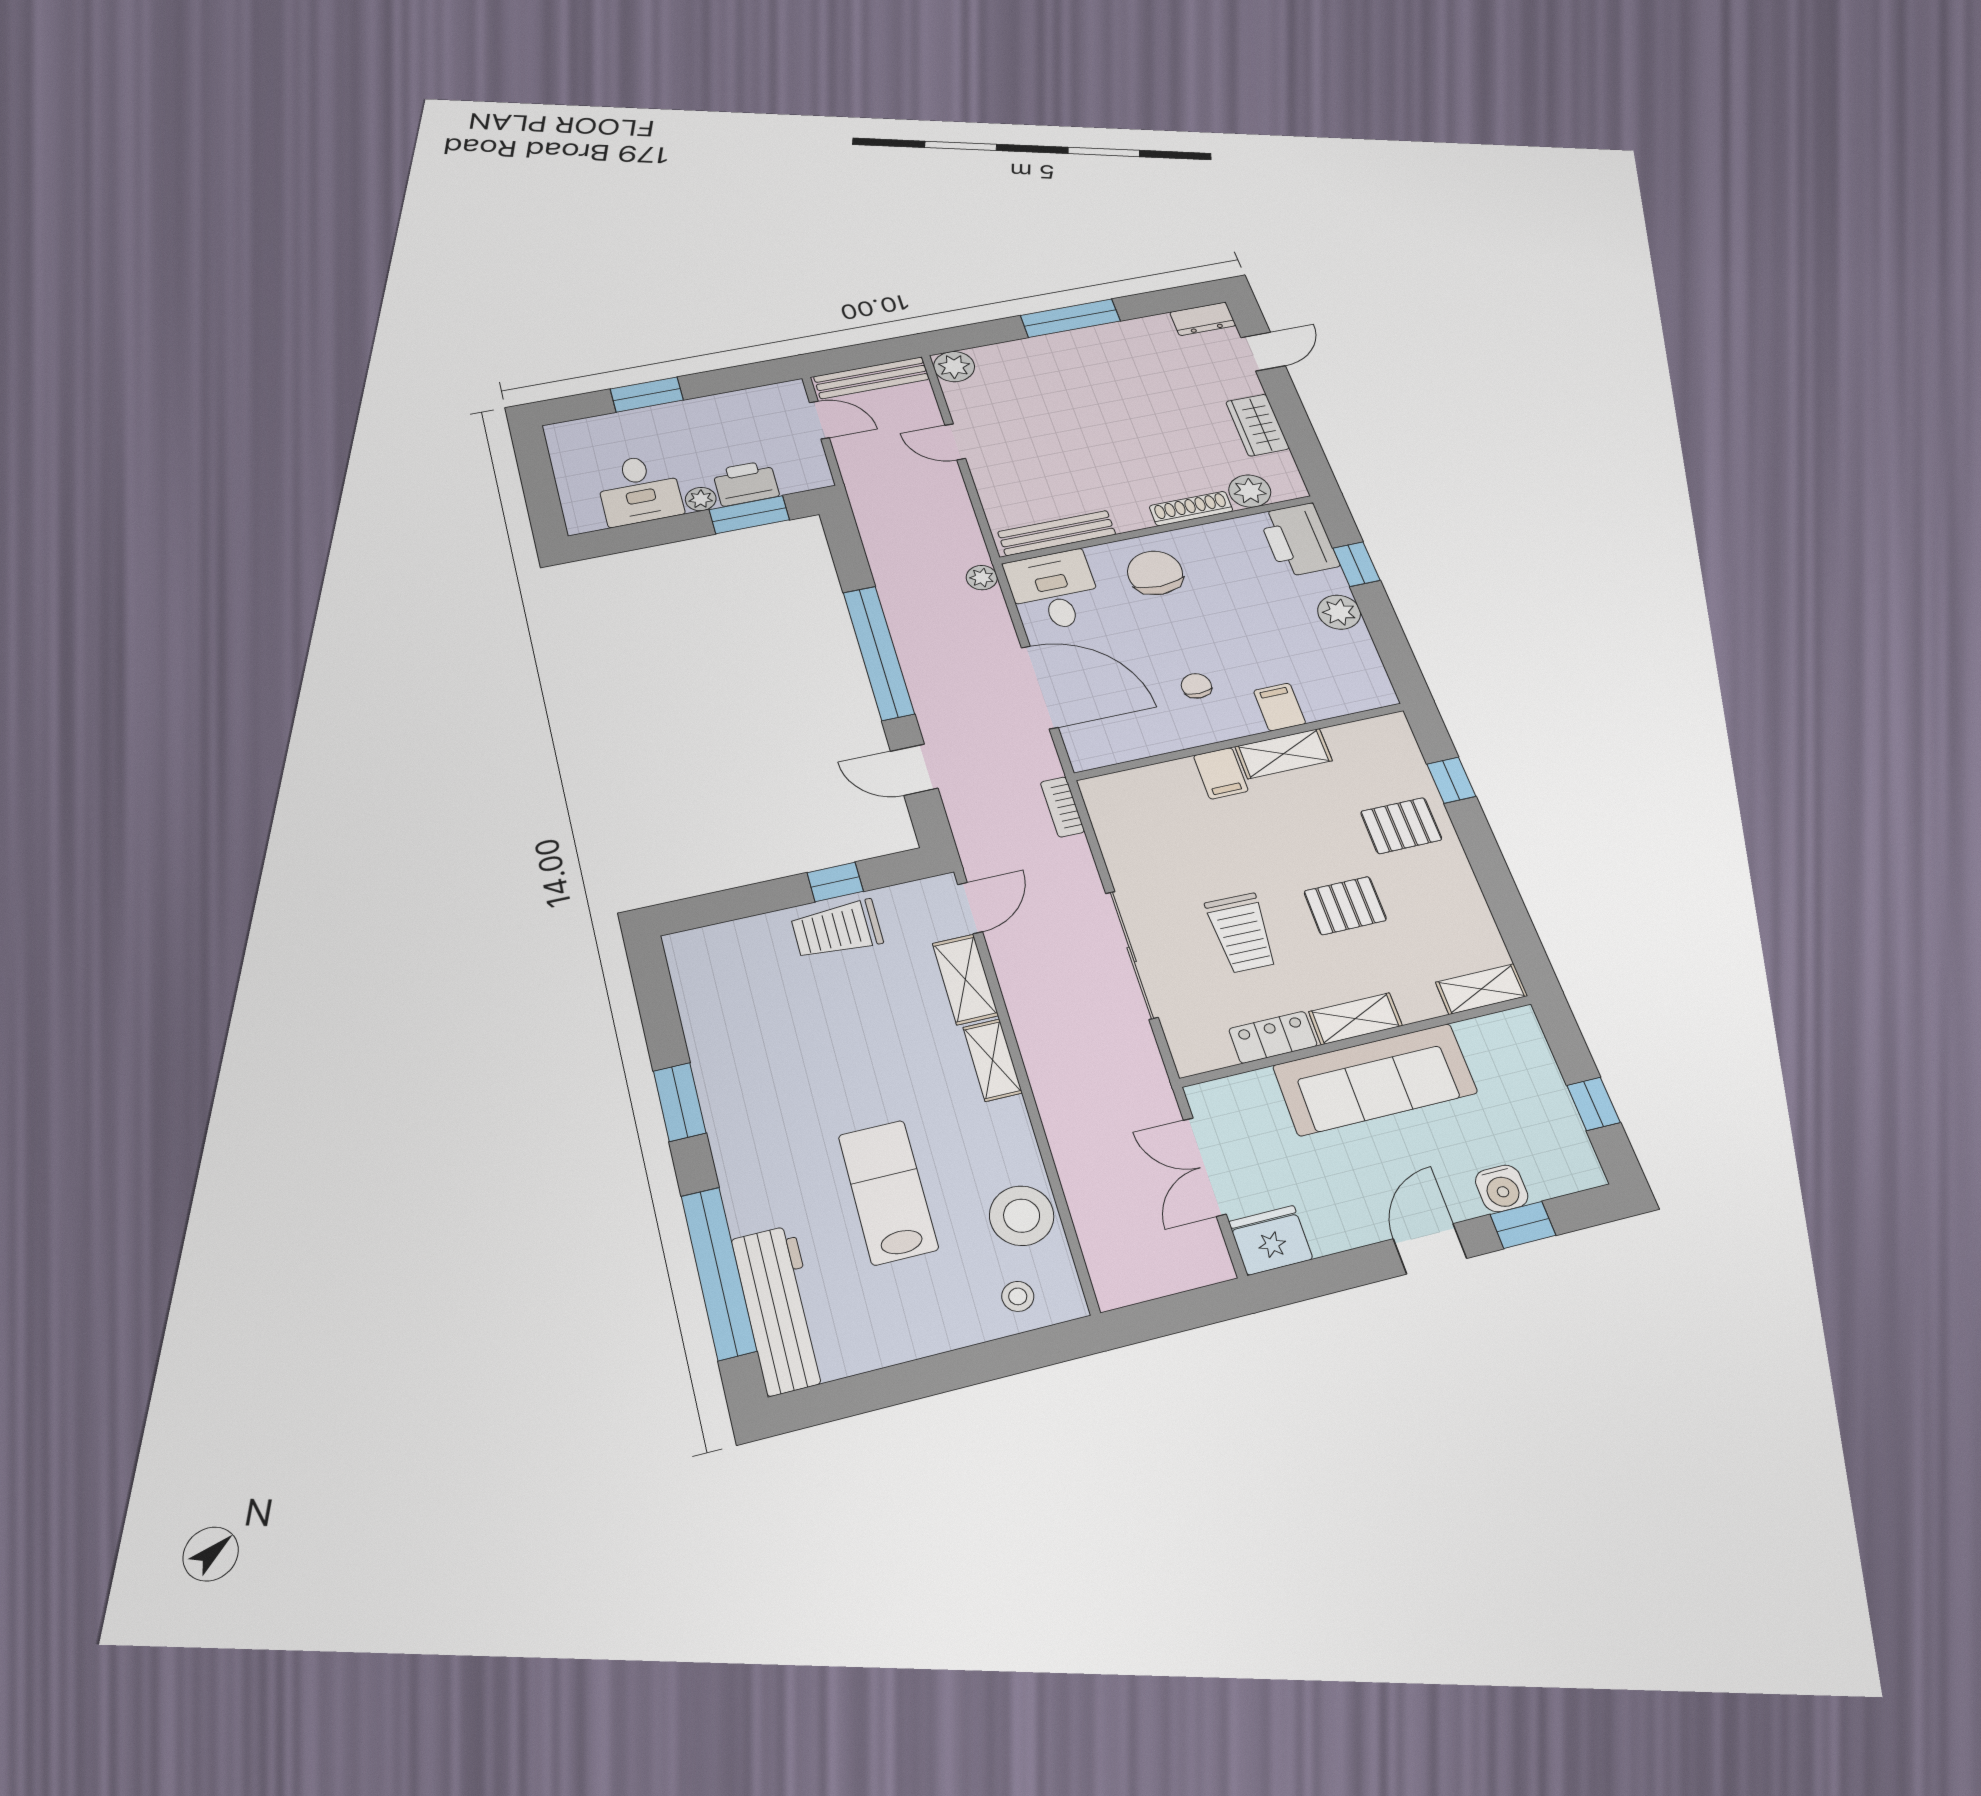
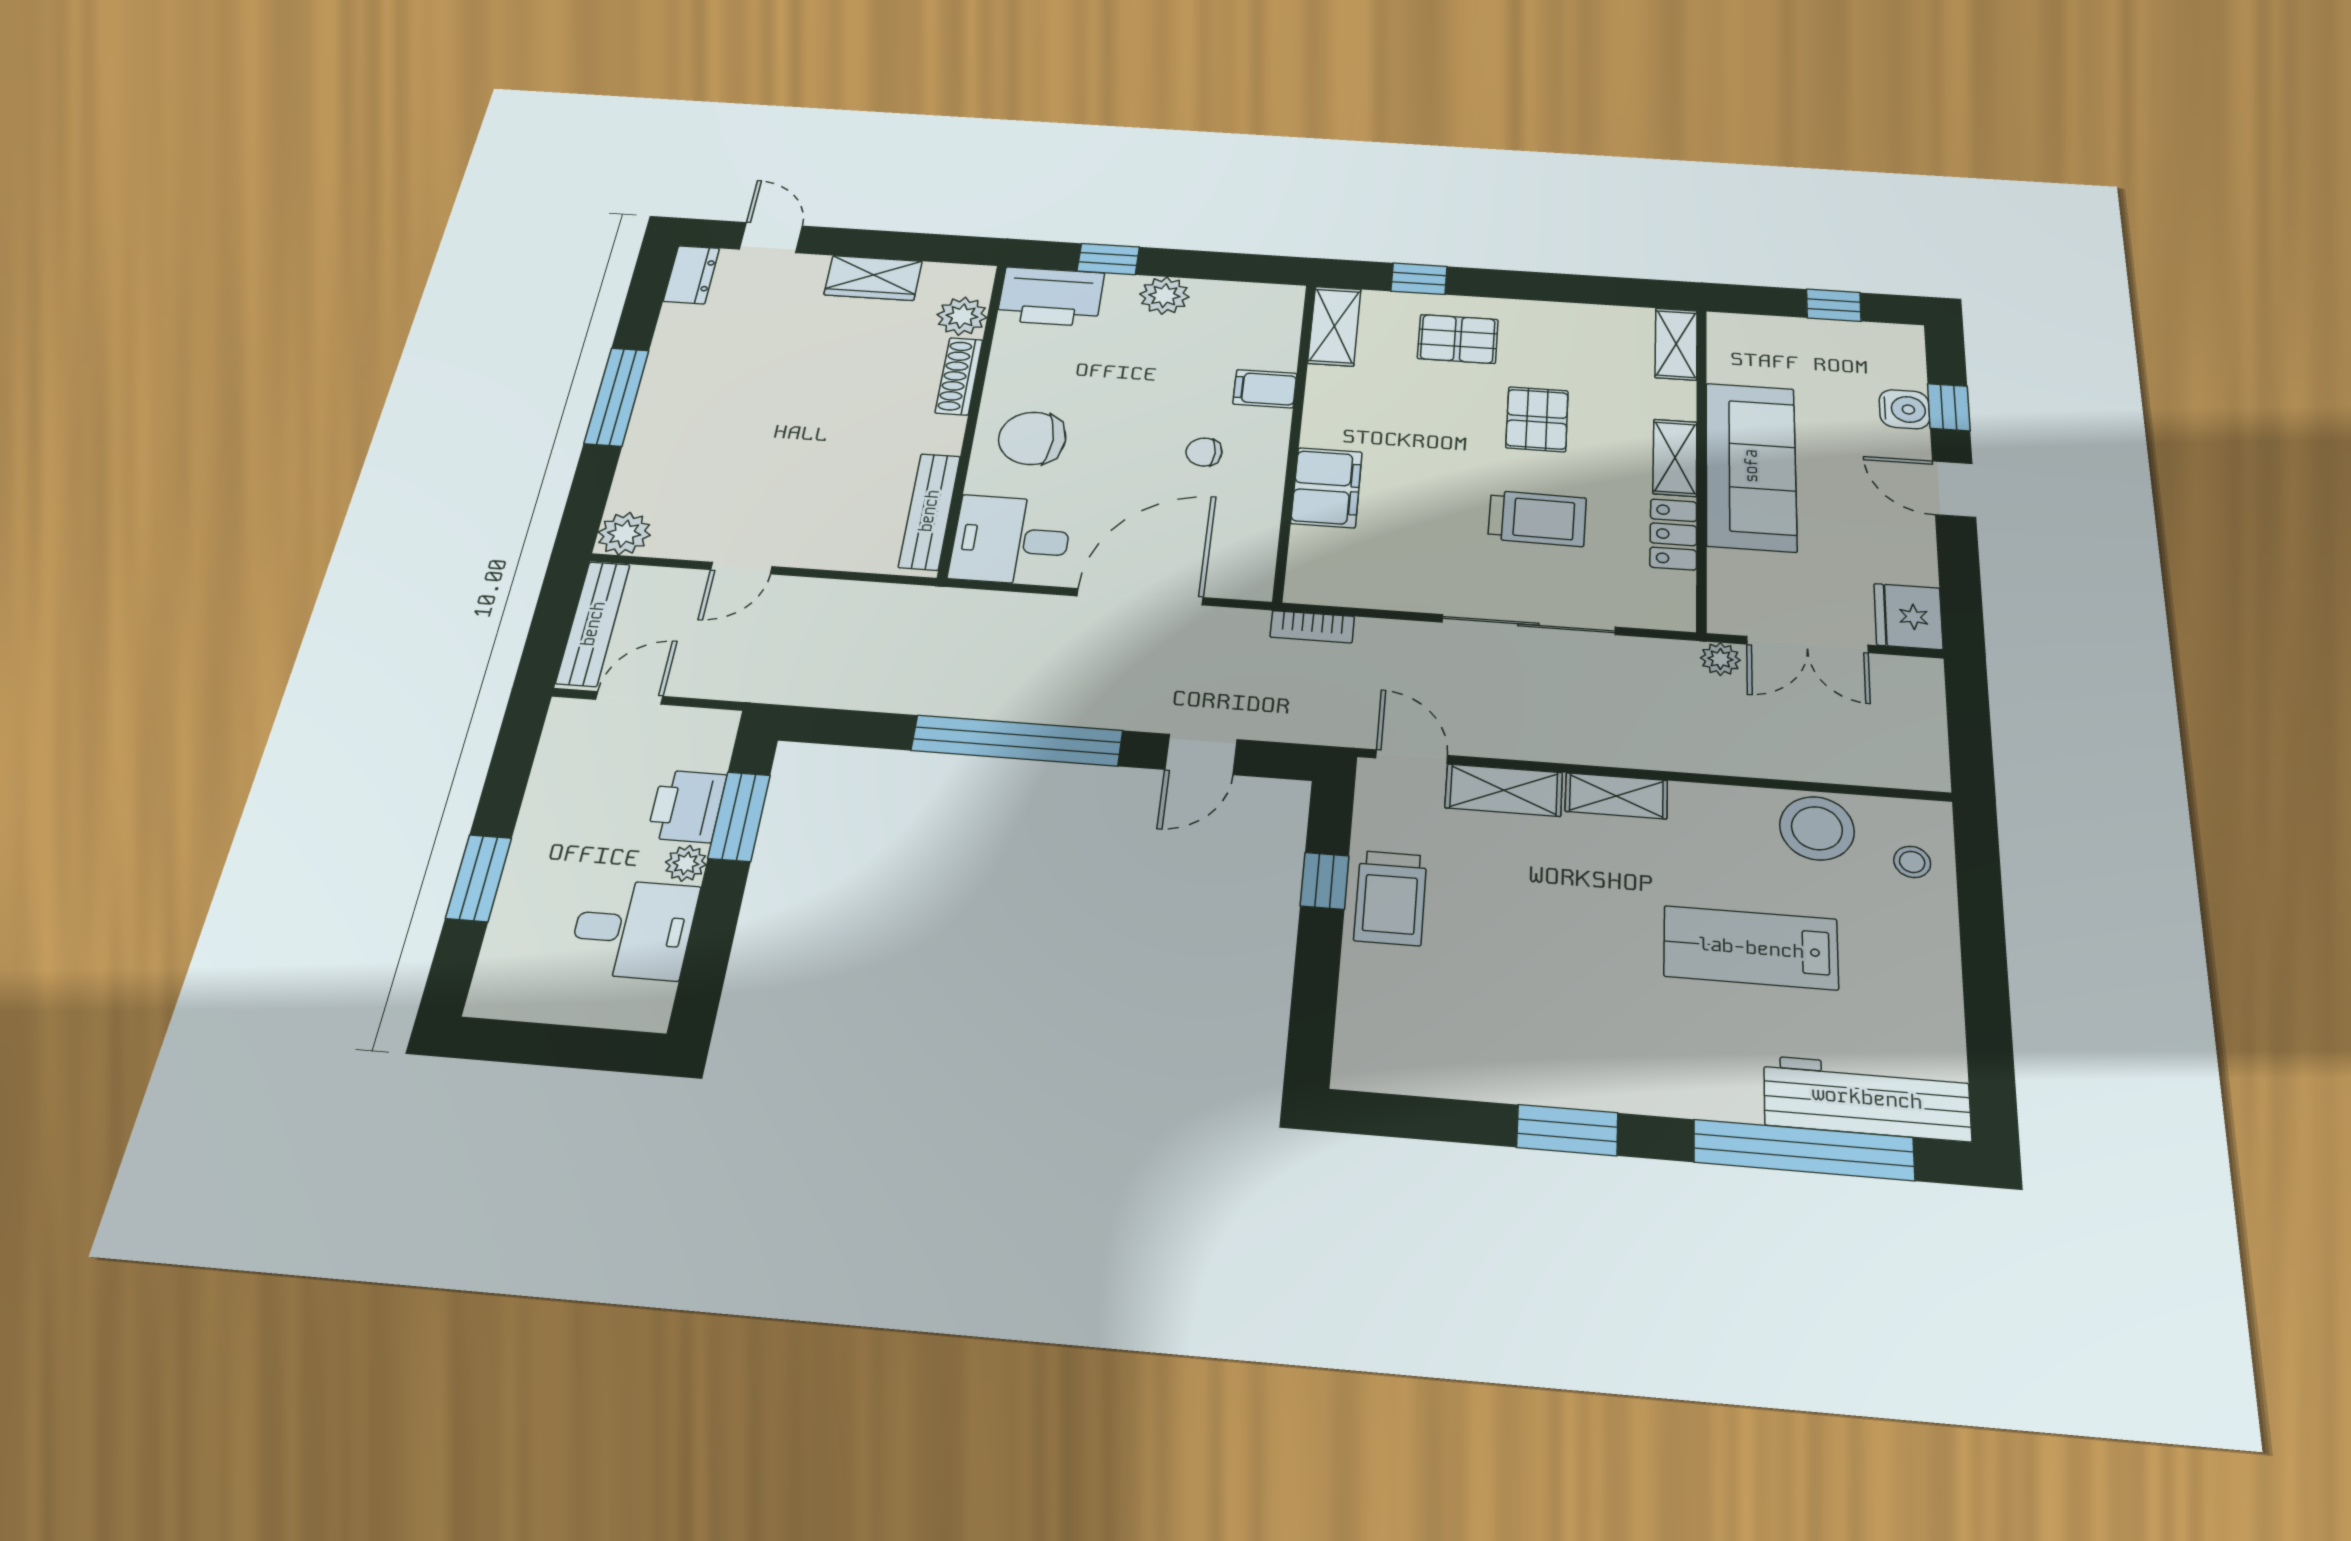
plant: (982, 578) -> (1720, 659), moved
shelving: (1284, 754) -> (1334, 326), moved
filing cabinet: (1221, 773) -> (1327, 488), width x2.00
pallet: (1401, 826) -> (1458, 339), turned 90

